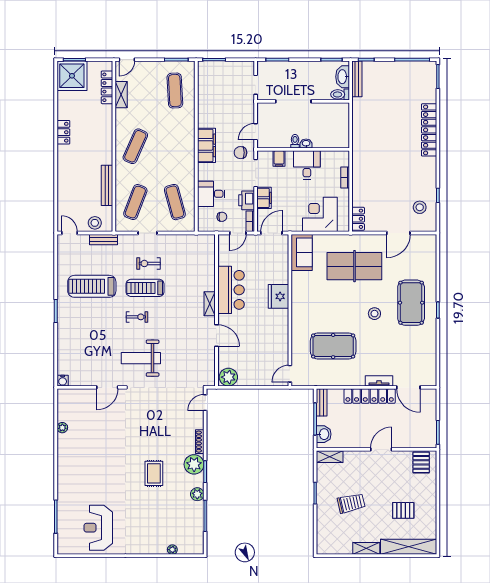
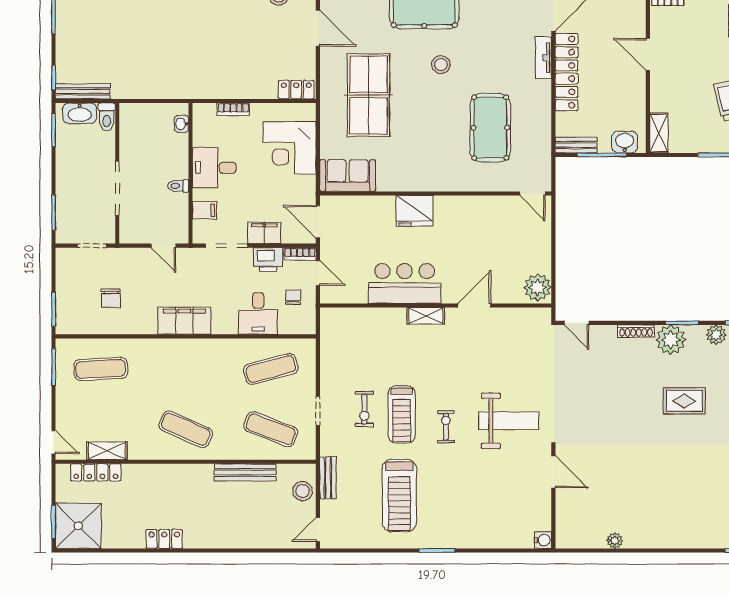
washbasin: (306, 144) -> (182, 124), moved
chair: (240, 153) -> (111, 298), moved
weight bench: (141, 358) -> (509, 421), turned -90

